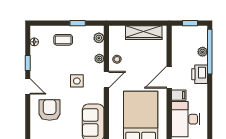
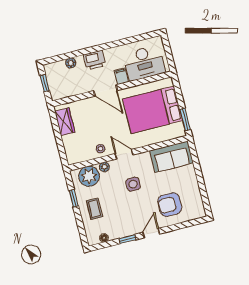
wardrobe: (144, 33) -> (65, 122), width x0.67
plant: (99, 38) -> (89, 176), width x1.88, depth x1.88
window: (210, 52) -> (69, 56), removed

